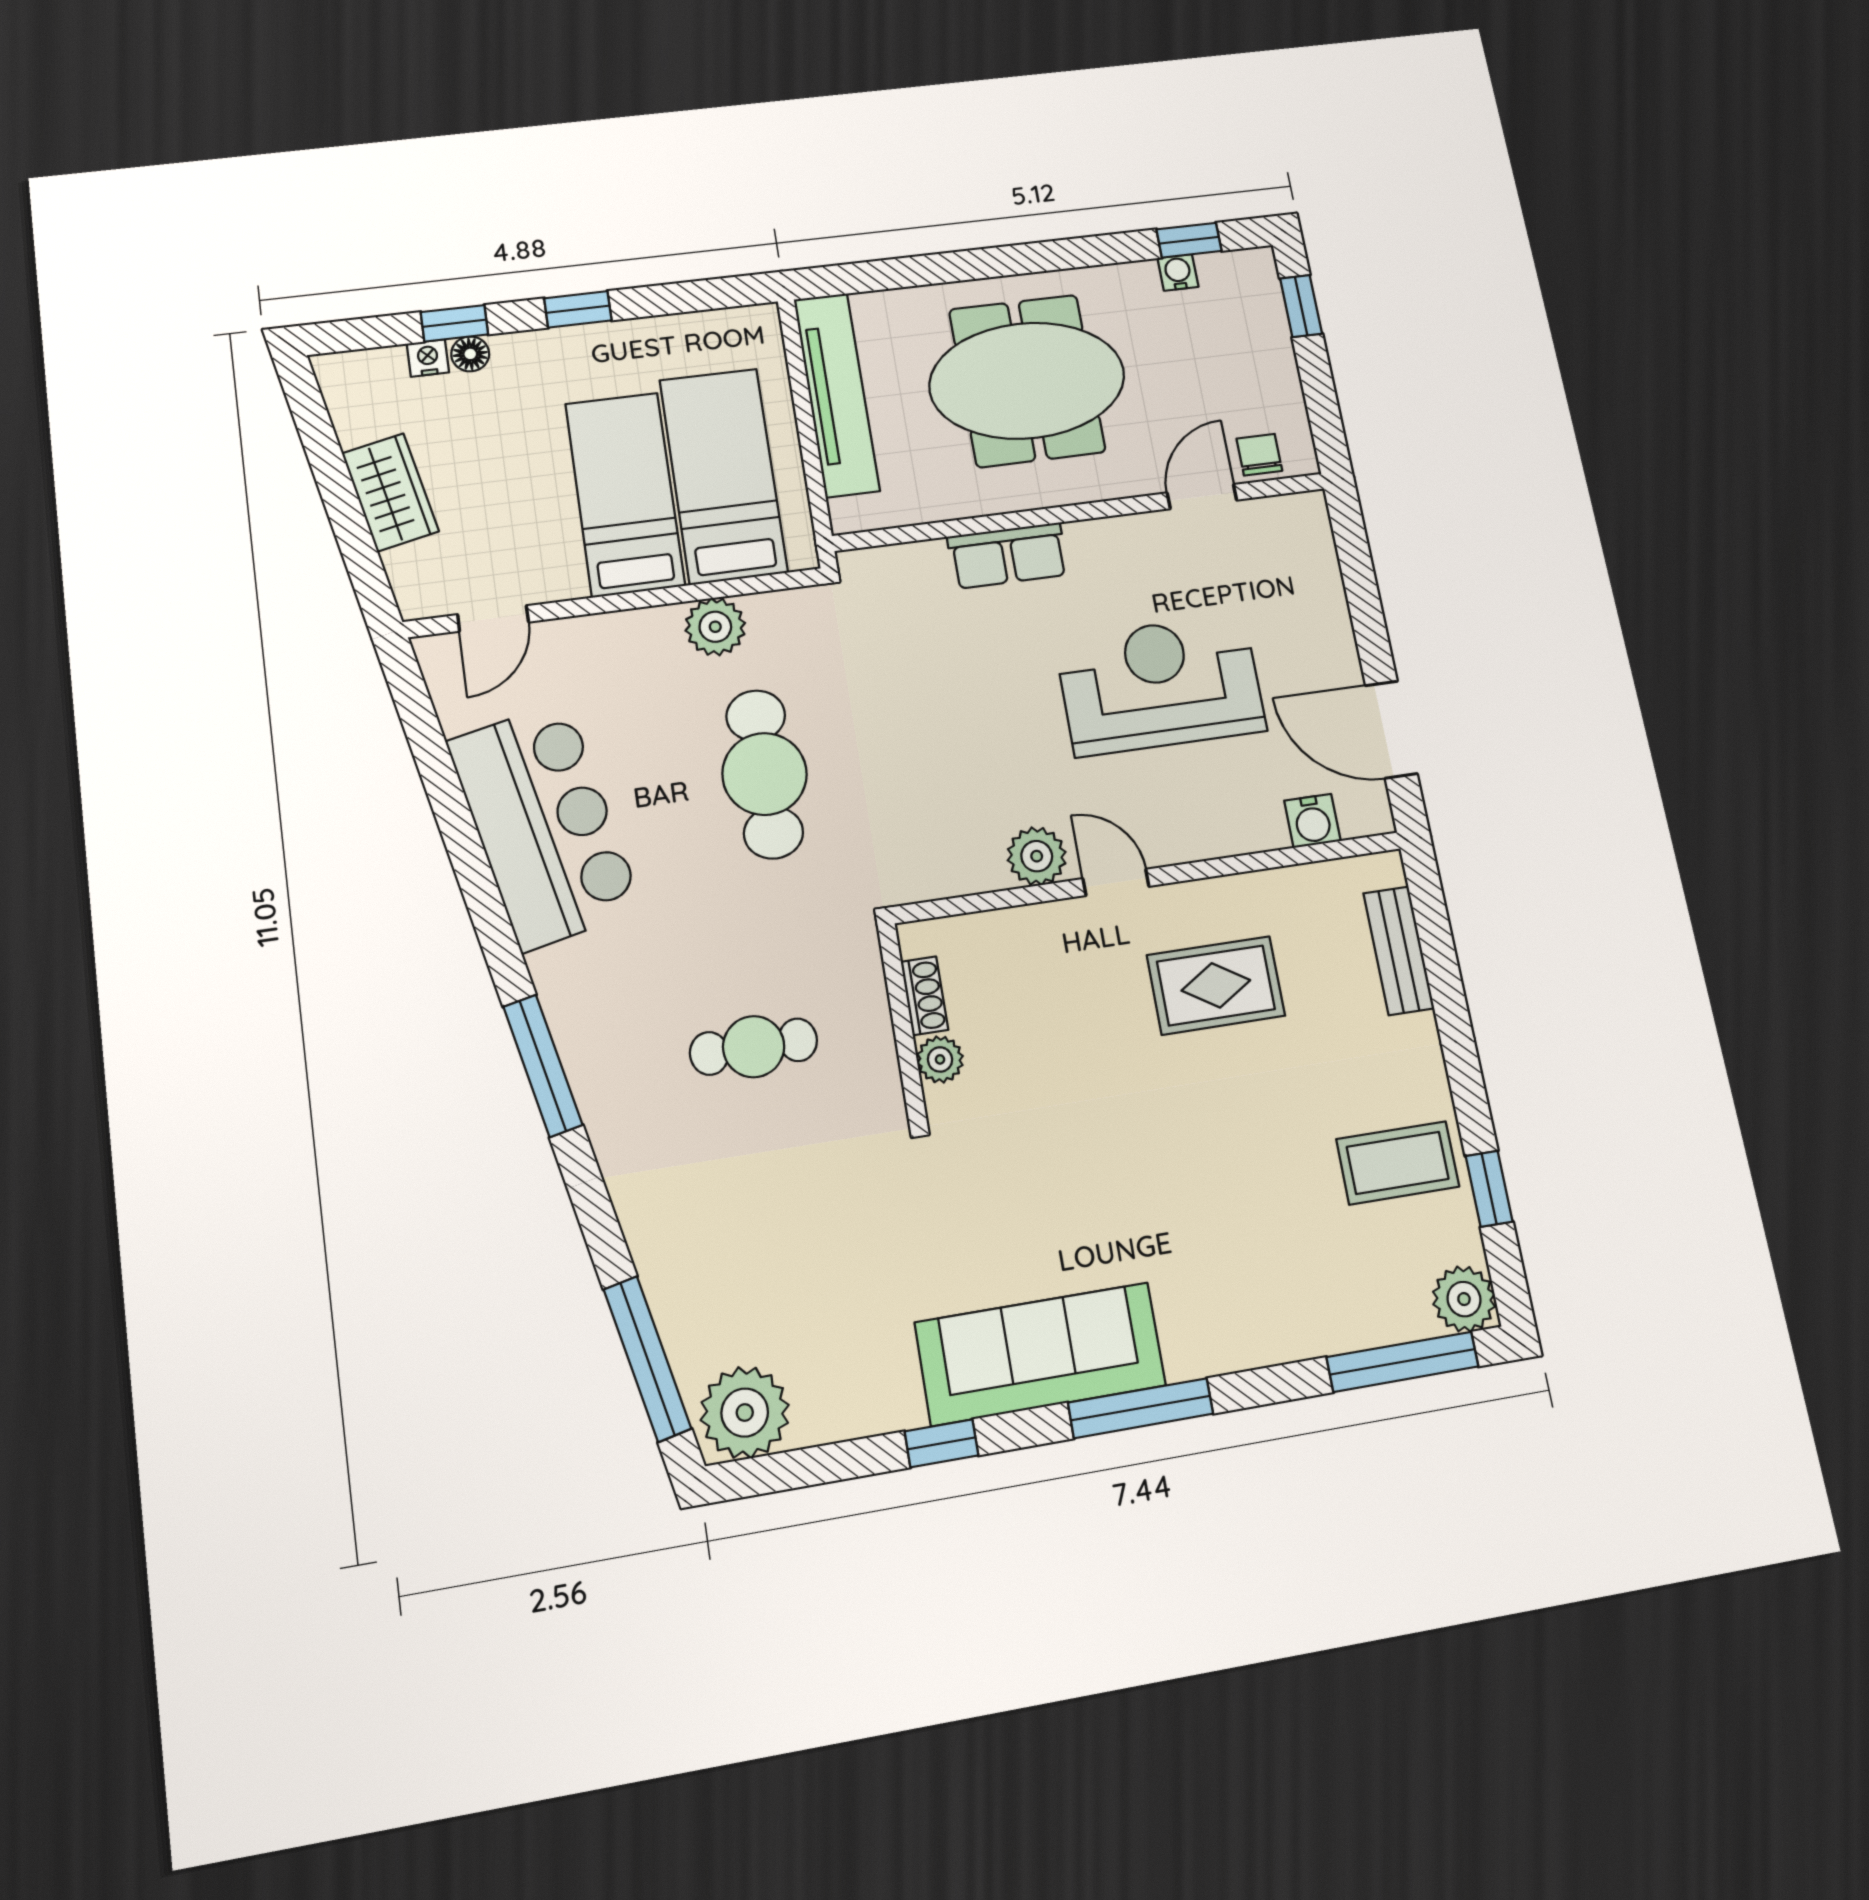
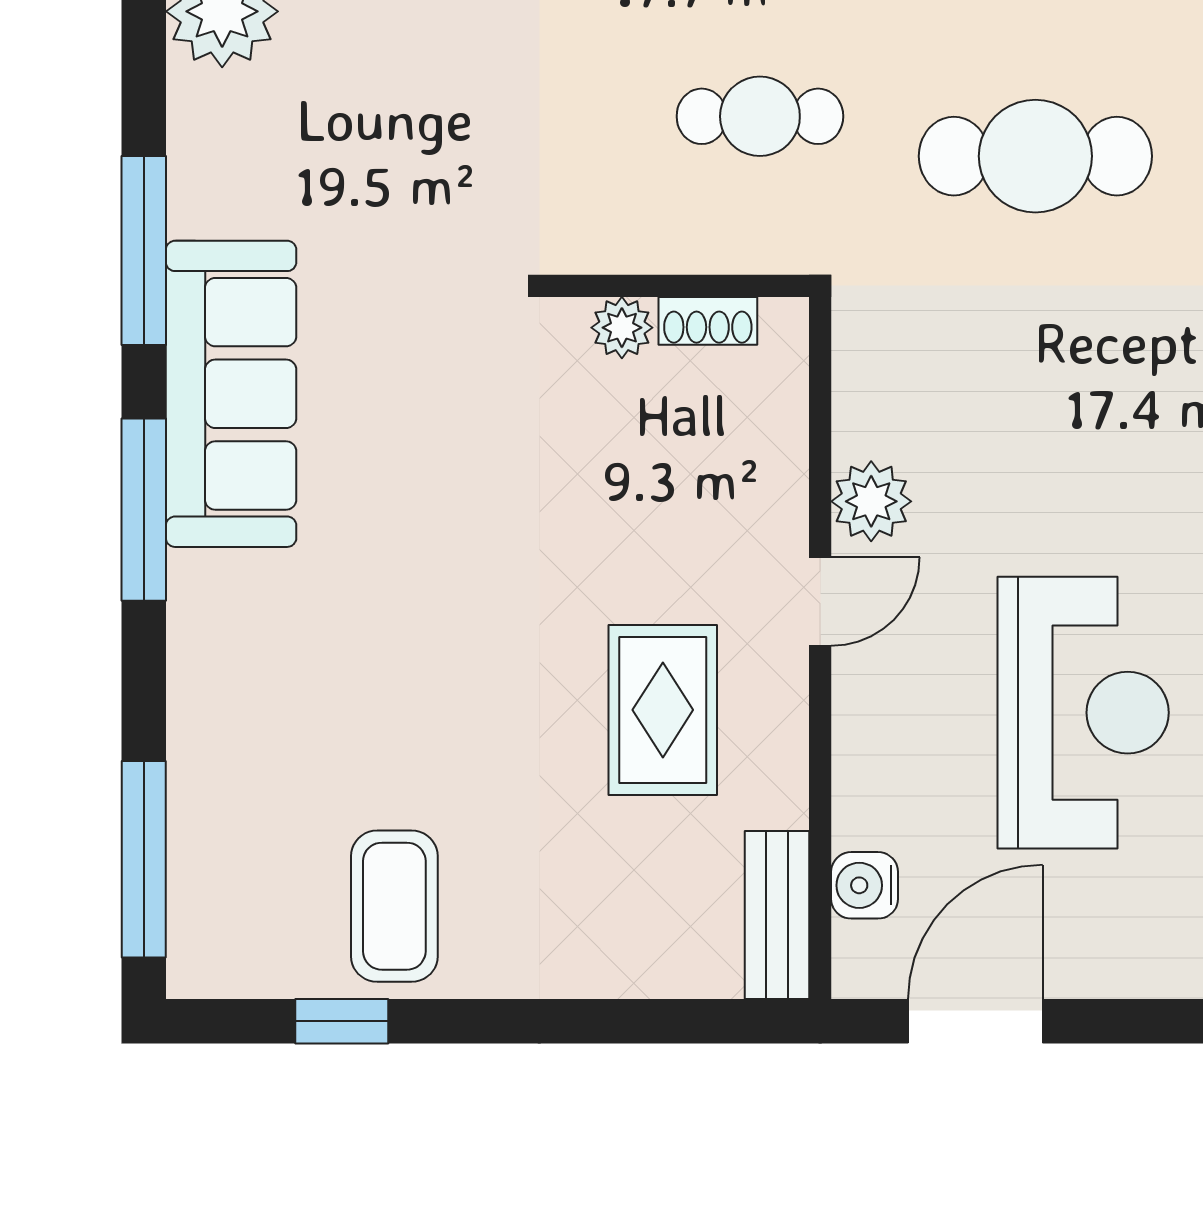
bench: (1399, 951) -> (777, 915), moved, turned 90
cafe table: (754, 1047) -> (760, 116), moved, turned 90
plant: (1464, 1299) -> (208, 957), removed
window: (941, 1443) -> (144, 251), width x2.17

